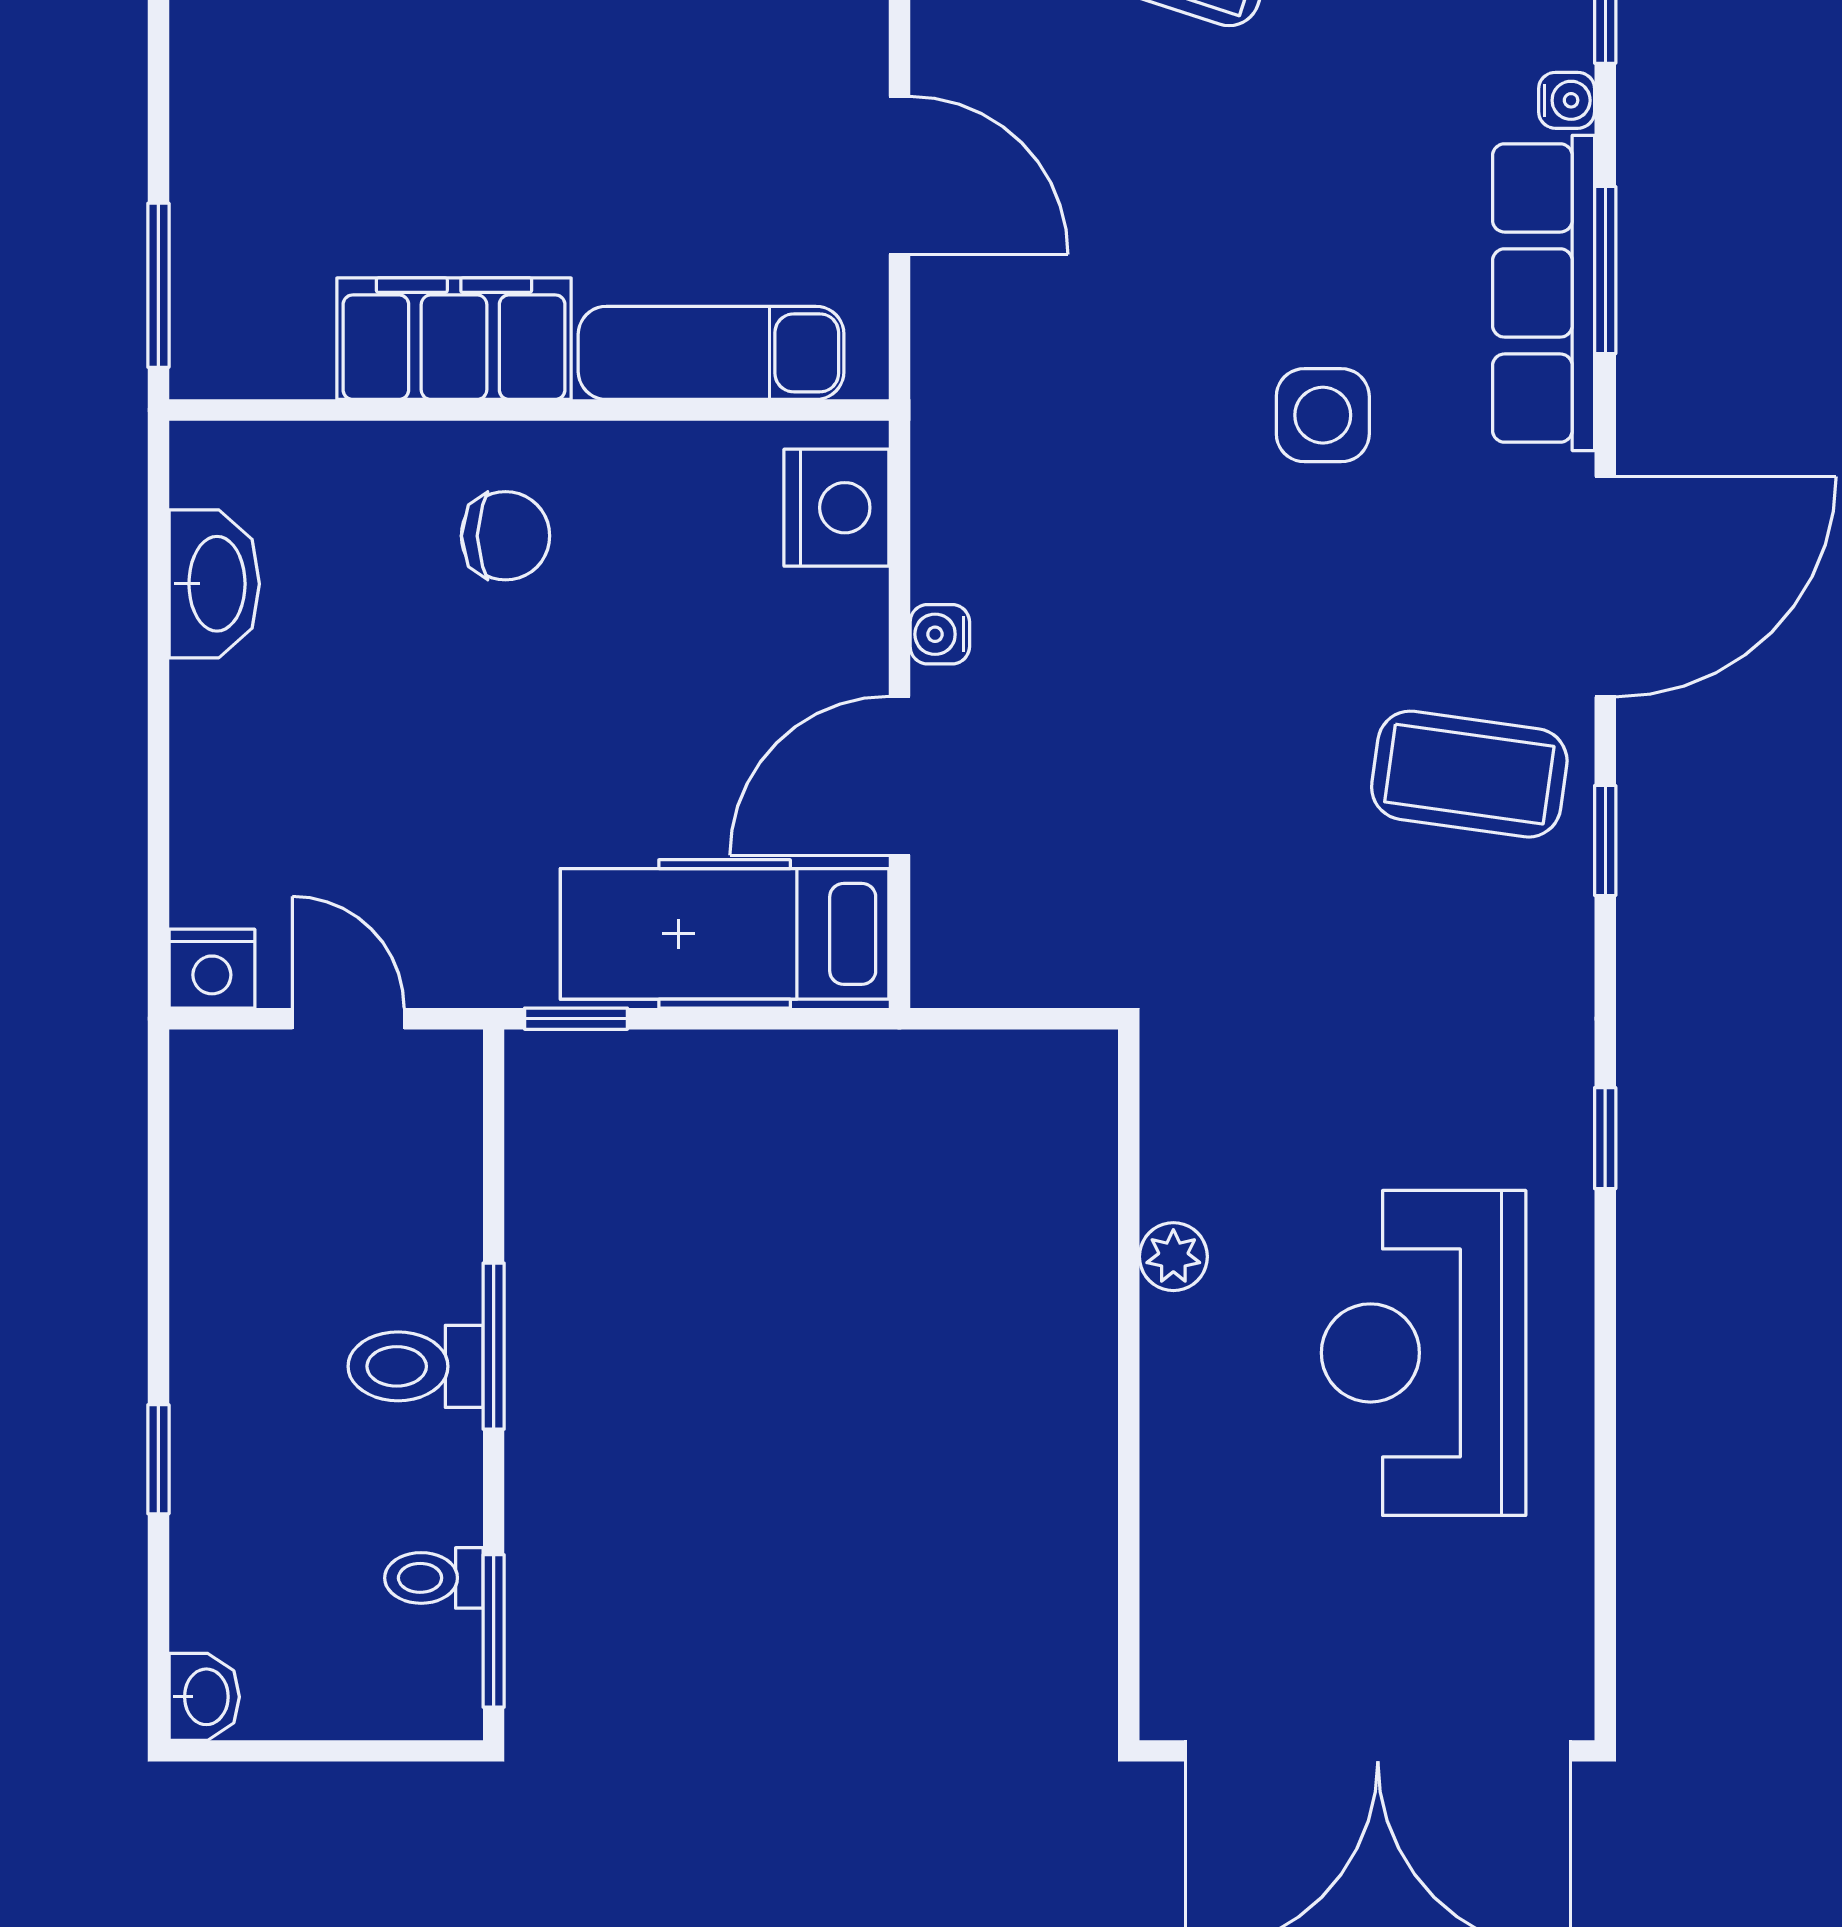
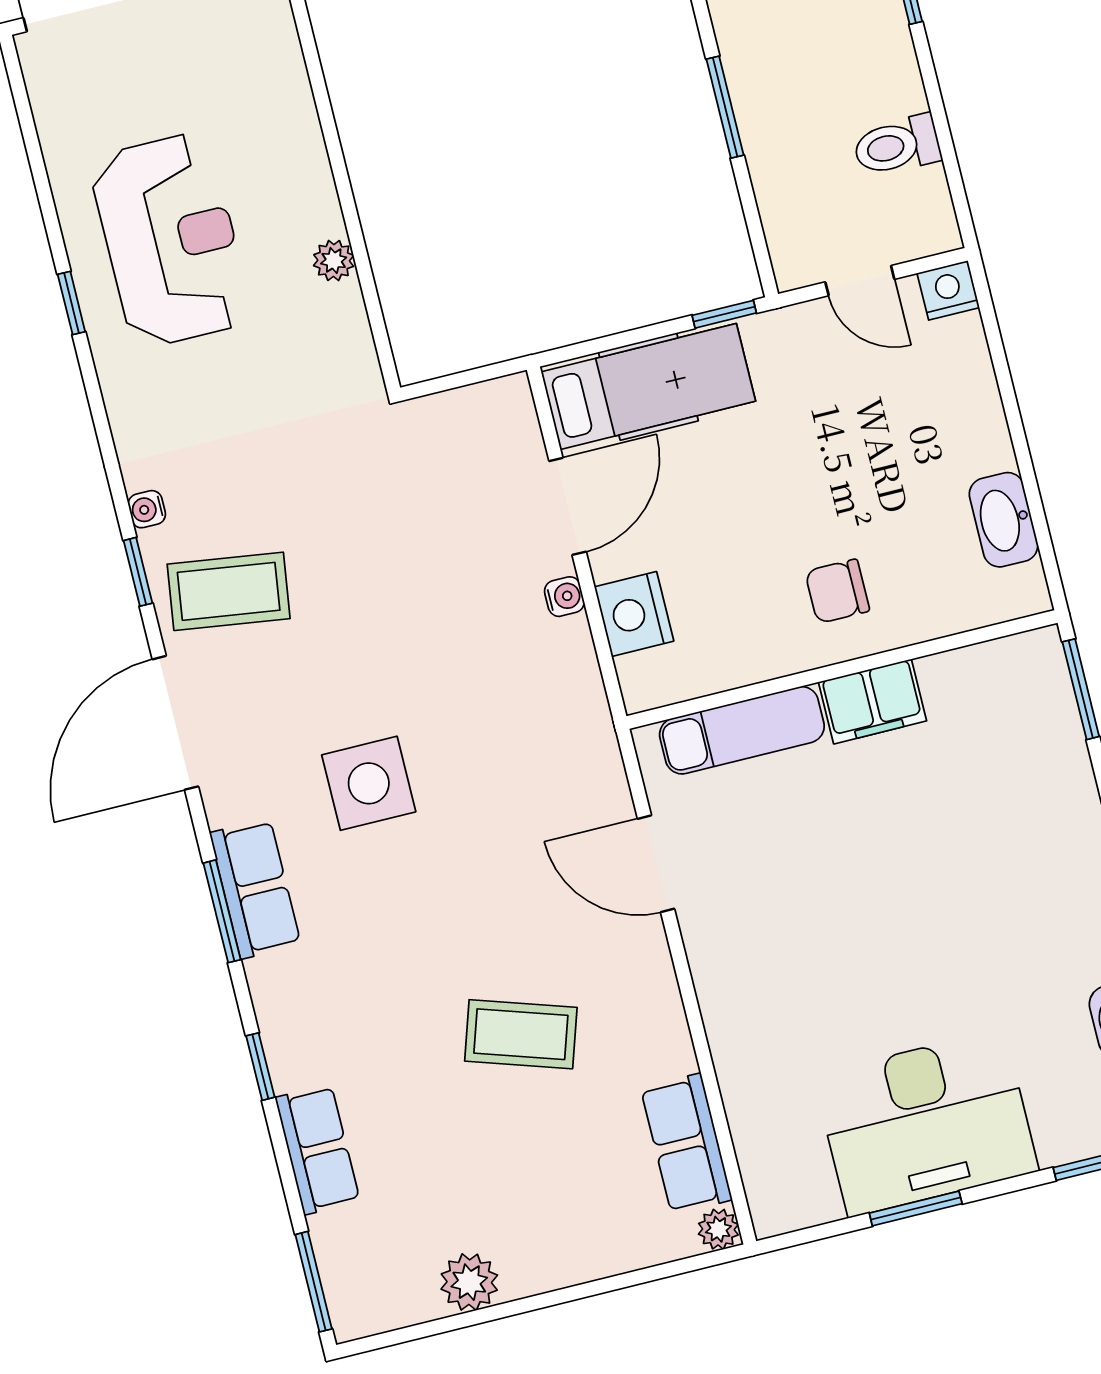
water cooler: (1567, 100) -> (147, 509), moved
row of seats: (1544, 293) -> (255, 889), width x0.68
filing cabinet: (454, 339) -> (872, 702), width x0.67, depth x0.86
side table: (1323, 415) -> (369, 783), width x1.37, depth x1.37
nightstand: (836, 508) -> (634, 614), moved
window: (1605, 1138) -> (71, 303), moved
toilet: (416, 1366) -> (897, 146), moved, turned 180

